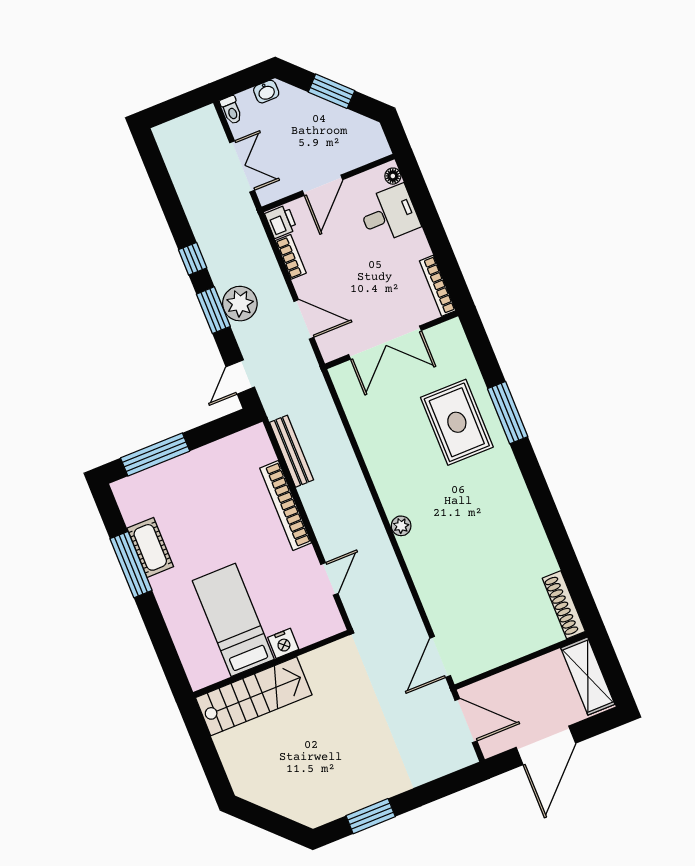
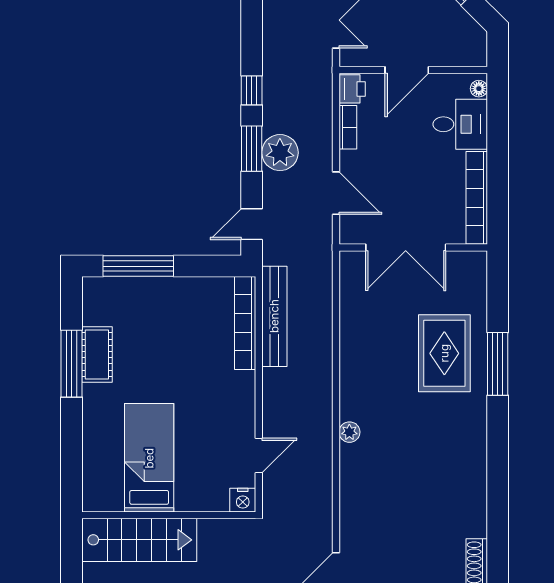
bookcase: (438, 286) -> (477, 198), width x1.48, depth x1.31
bench: (291, 451) -> (274, 316), width x1.37, depth x1.21
bookcase: (286, 505) -> (245, 323), moved
nightstand: (283, 643) -> (243, 500), moved

